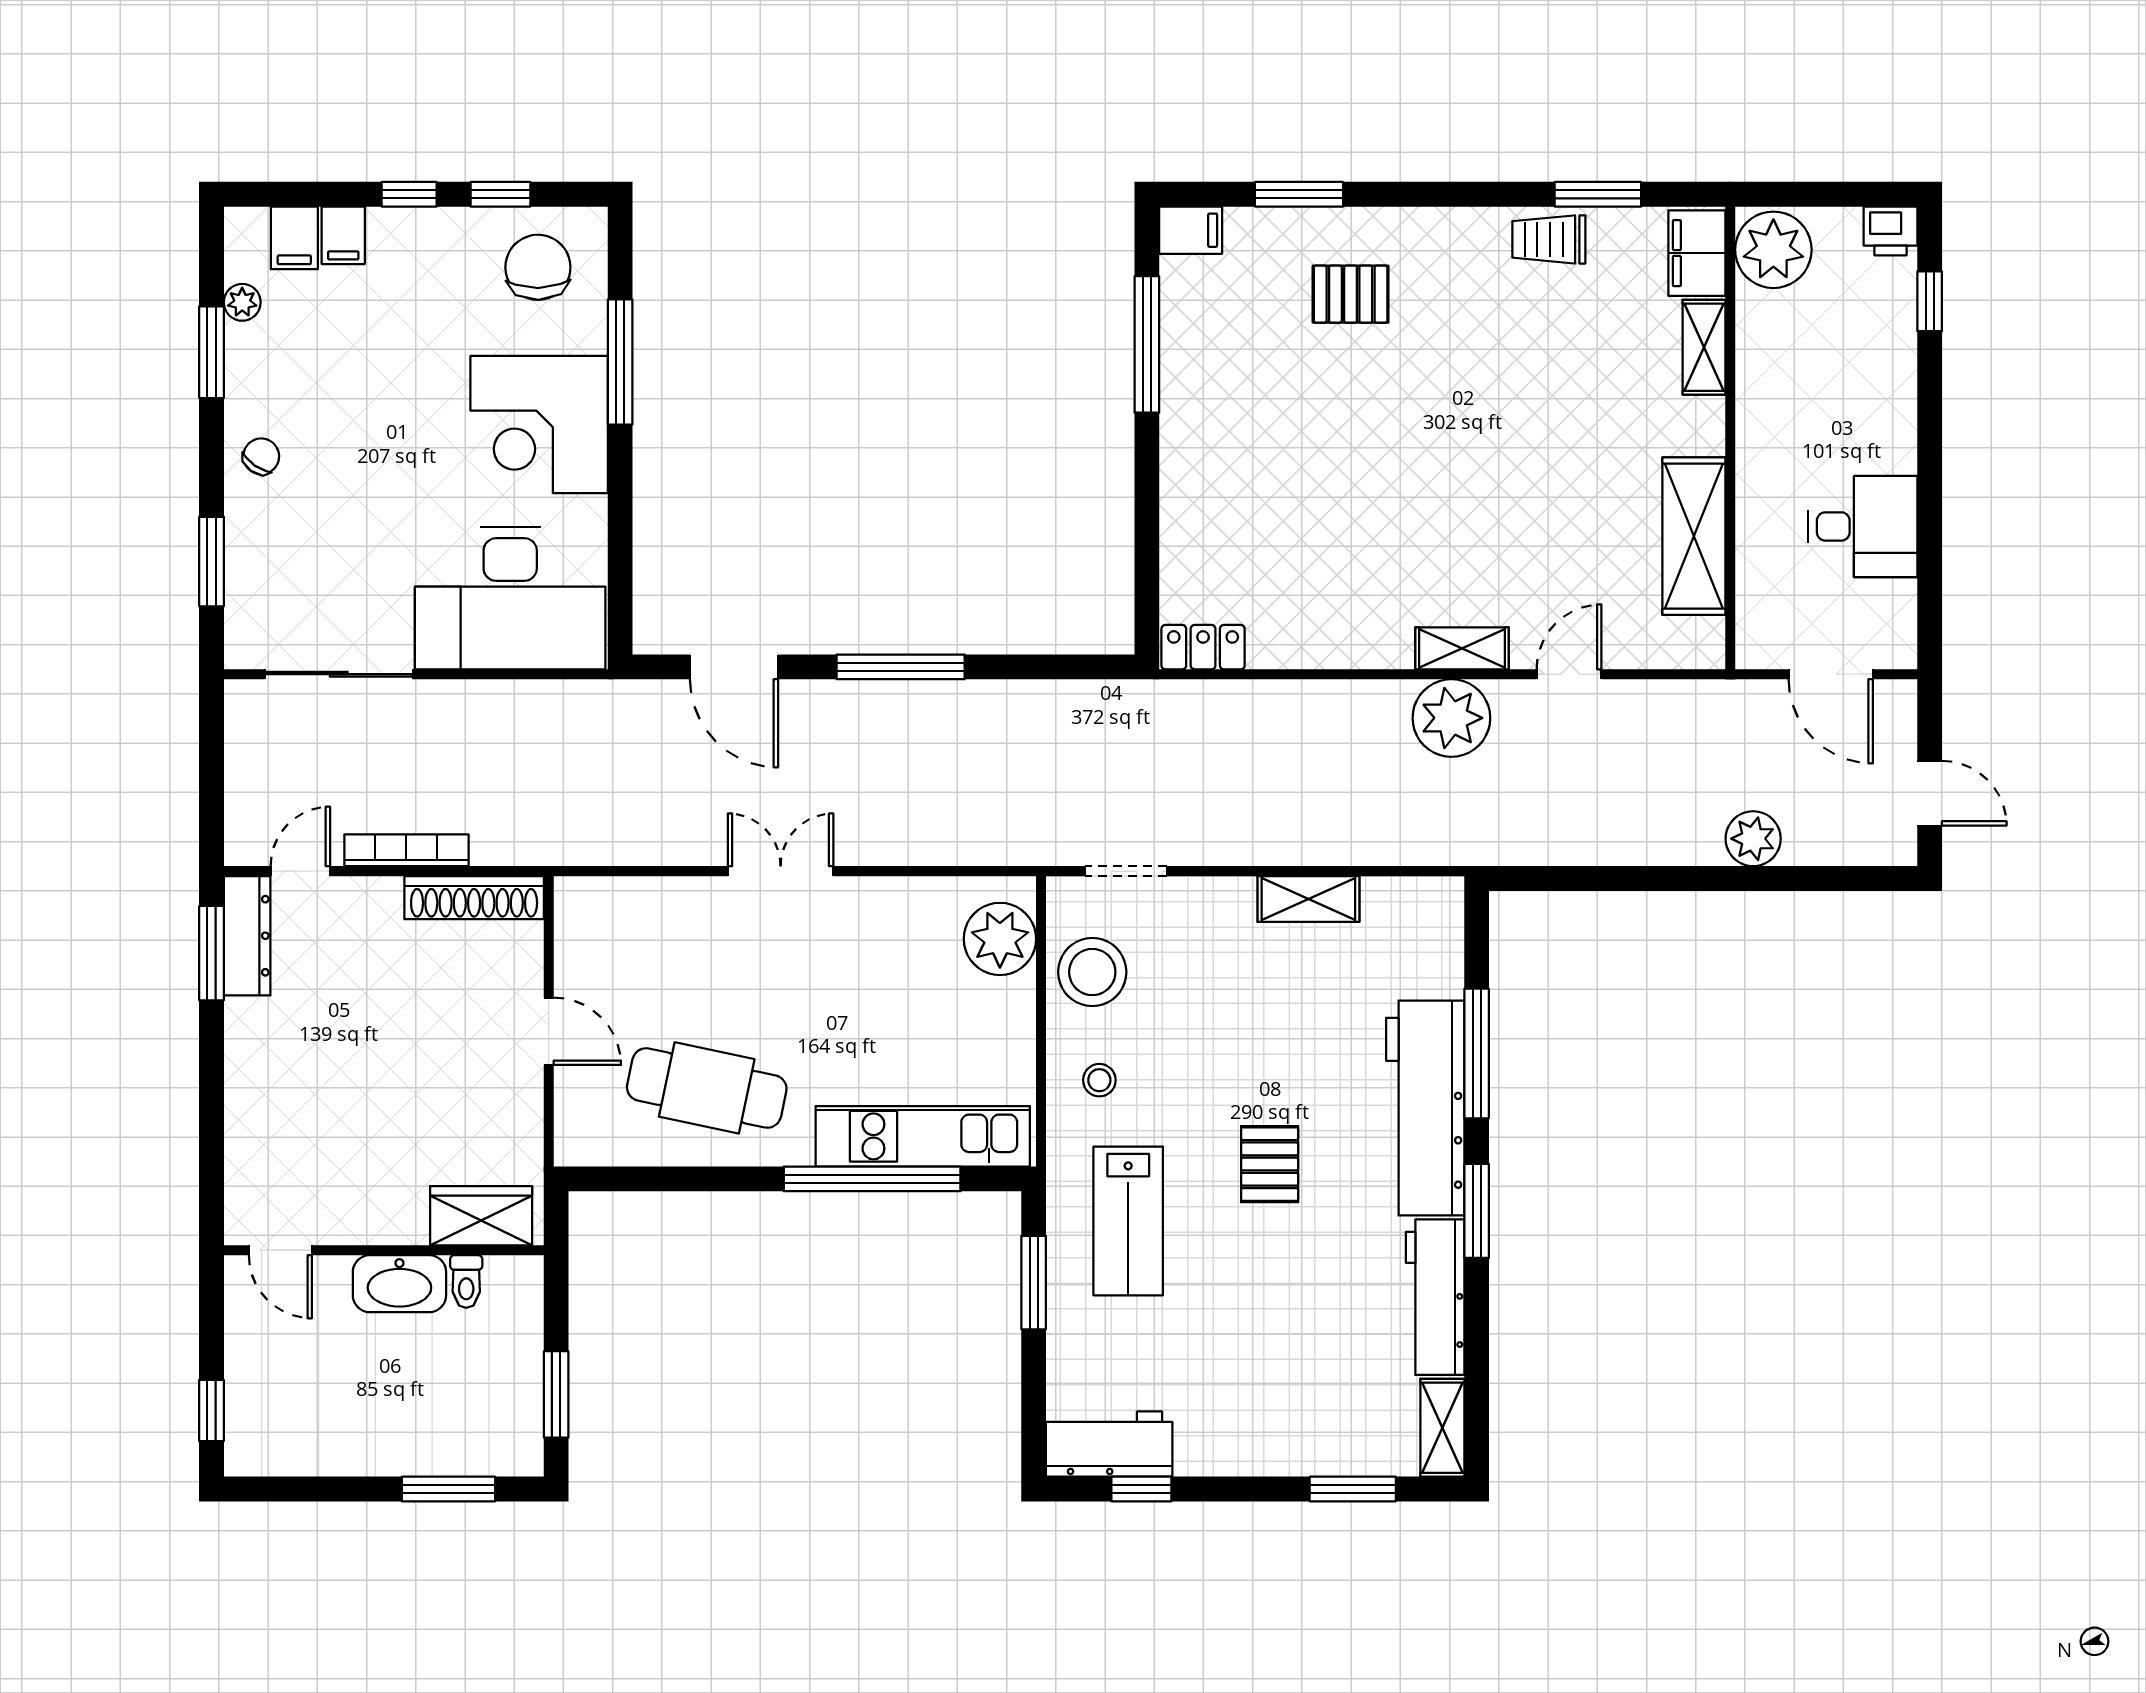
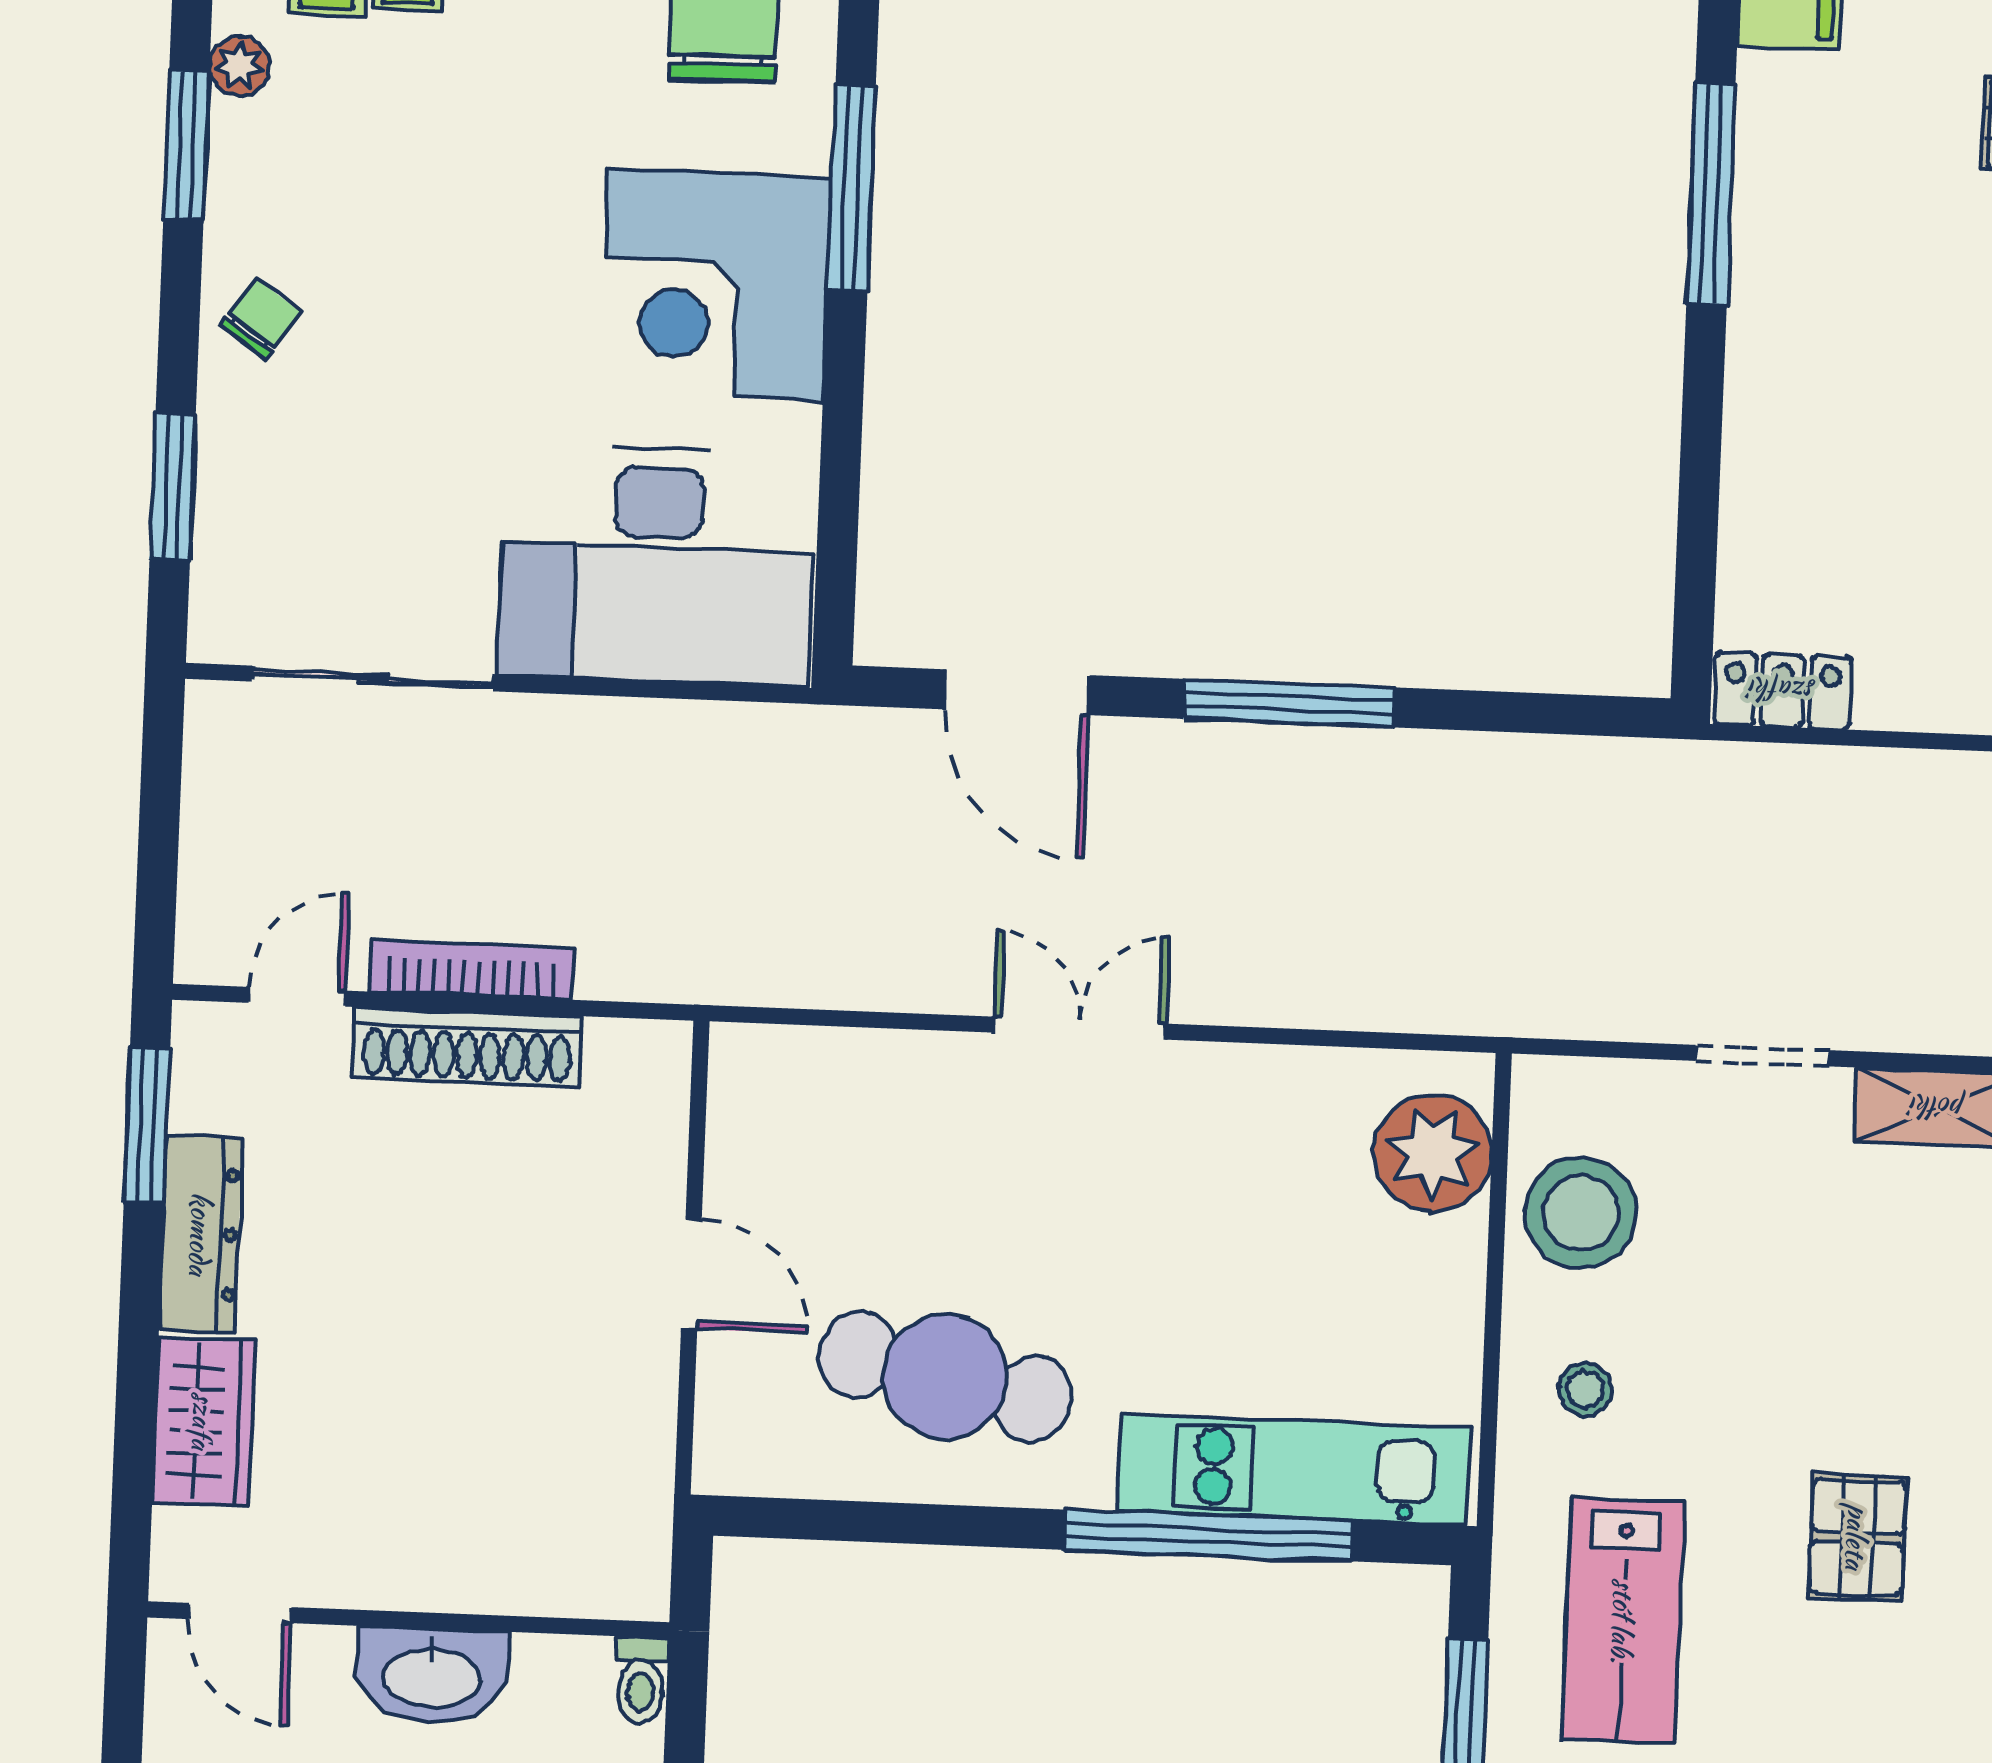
doorway: (1126, 871) -> (1762, 1056), moved
shoe rack: (474, 898) -> (467, 1047), moved
dresser: (247, 936) -> (201, 1234), moved
wardrobe: (481, 1216) -> (203, 1421), moved, turned 90
toilet: (466, 1281) -> (641, 1680), moved

